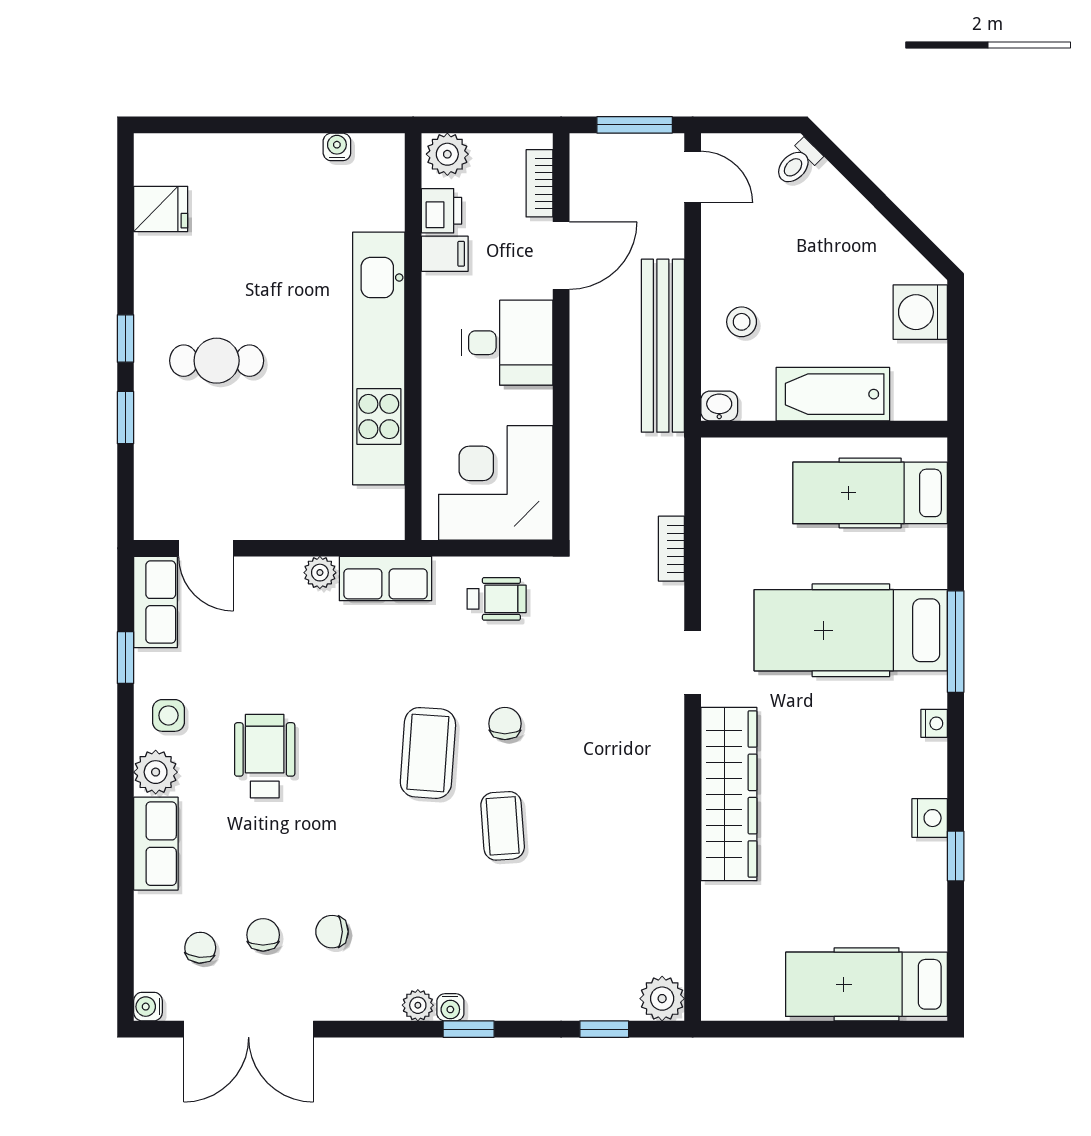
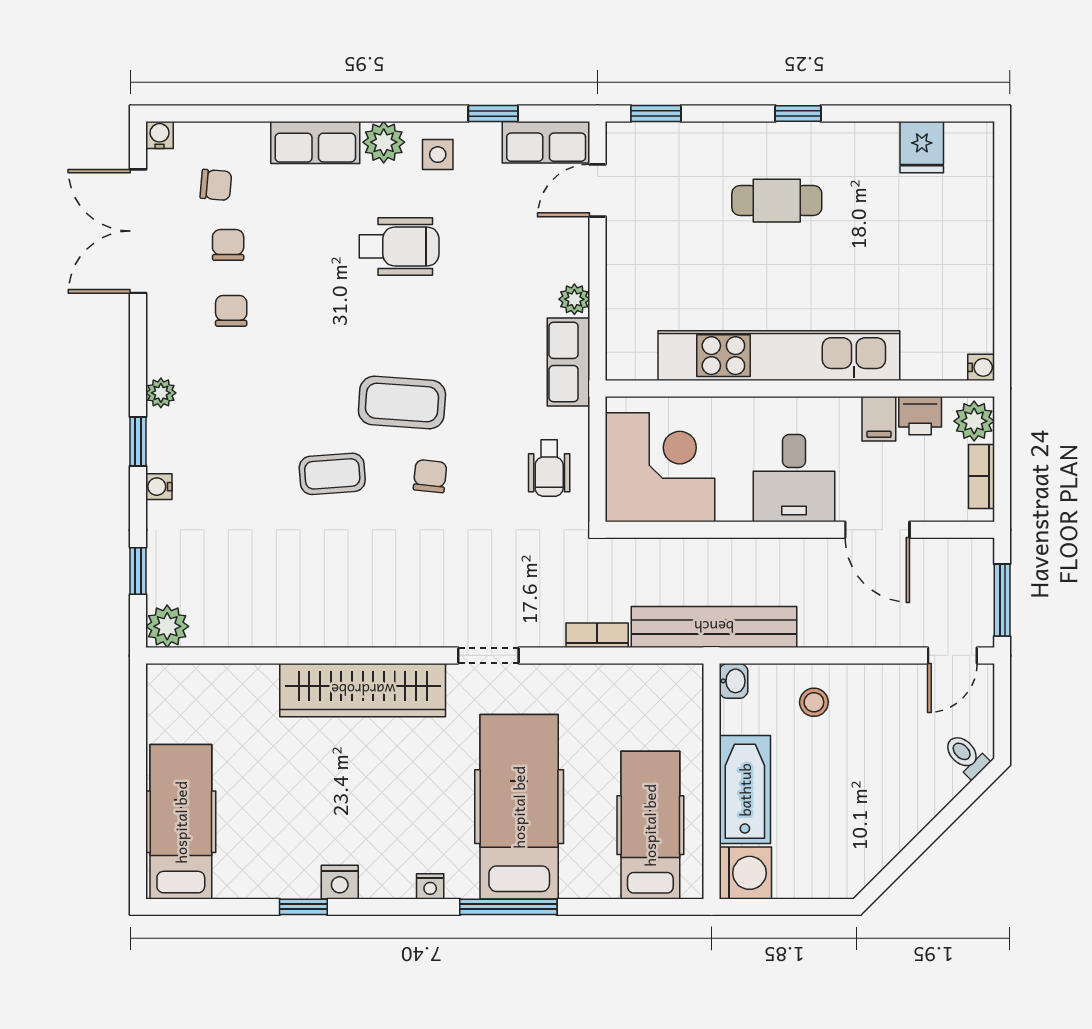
water cooler: (337, 147) -> (981, 367), moved
bookcase: (539, 183) -> (981, 476), moved, turned -90
washing machine: (920, 312) -> (745, 873), moved, turned 90
bench: (663, 346) -> (714, 627), moved
cafe table: (217, 361) -> (777, 201), turned 90
window: (125, 418) -> (656, 113), moved
chair: (505, 724) -> (430, 476), turned -84
chair: (263, 935) -> (228, 245), turned -90
water cooler: (450, 1007) -> (159, 487), moved

